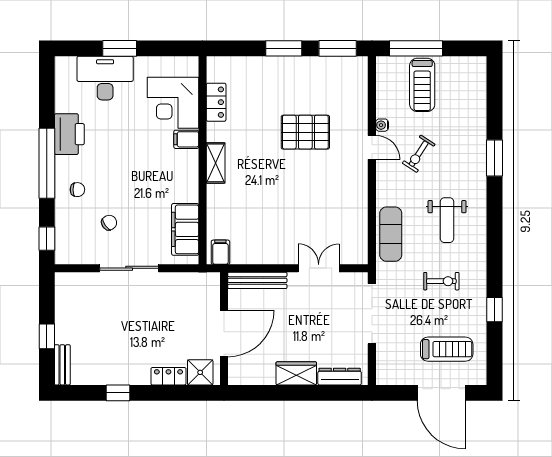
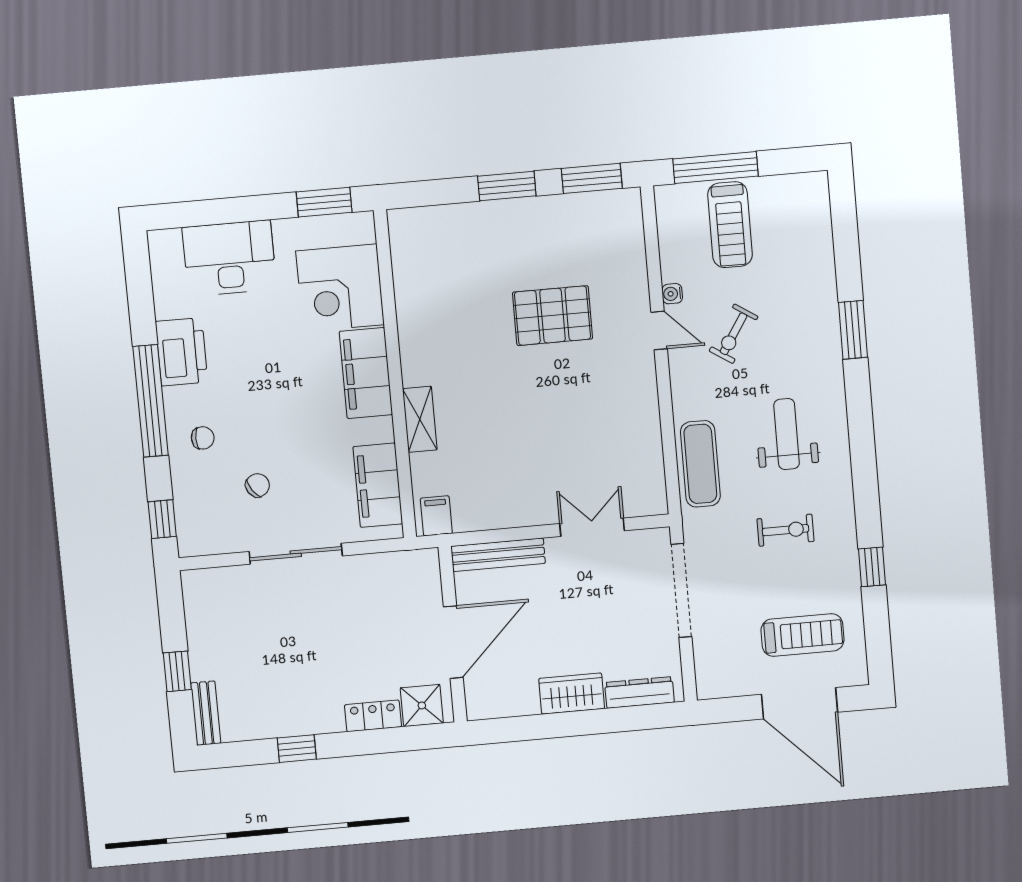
window: (120, 48) -> (324, 202), moved
locker: (216, 102) -> (408, 281), removed
filing cabinet: (186, 139) -> (366, 373), width x3.00, depth x1.17
shelving: (216, 163) -> (420, 419), moved
weight bench: (447, 220) -> (787, 434), turned 180

